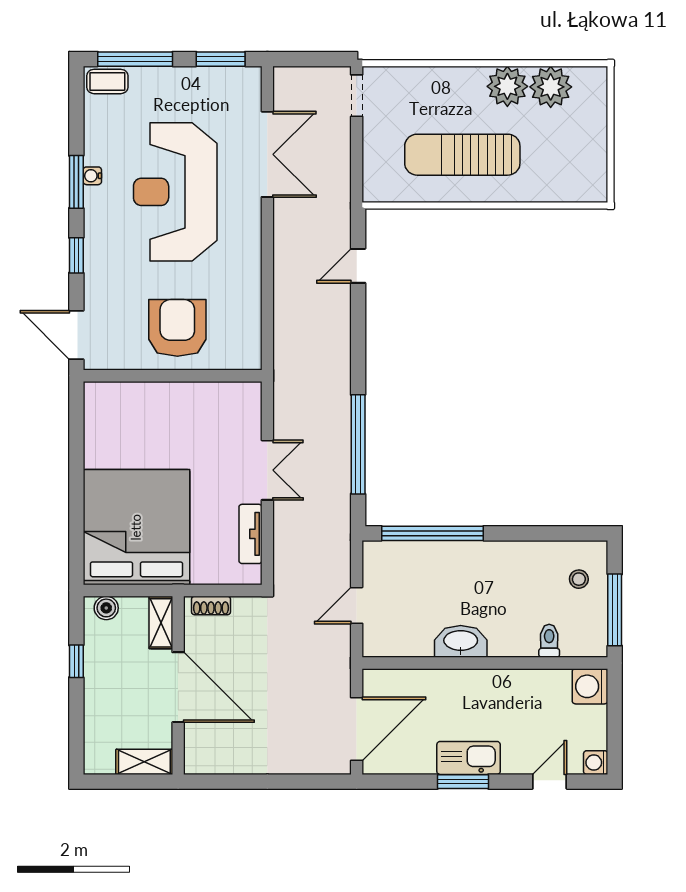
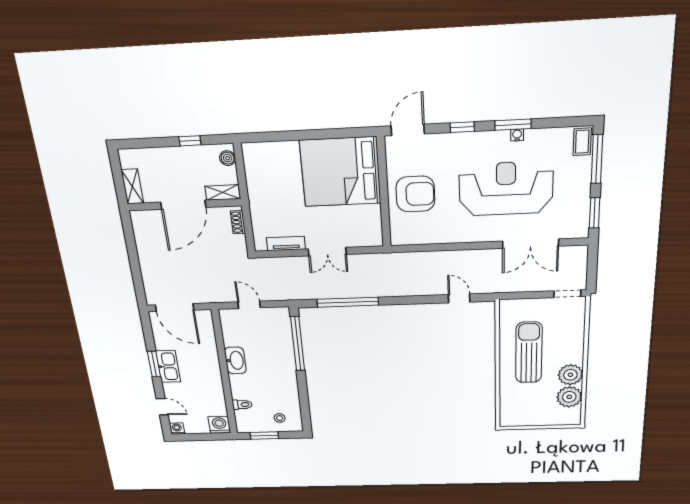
bed: (136, 527) -> (340, 172), moved, turned 180
window: (615, 610) -> (264, 436), width x0.69

